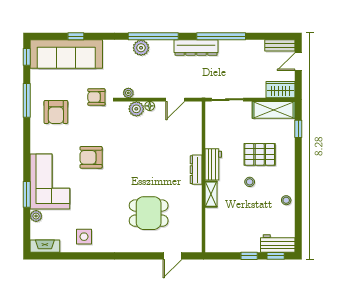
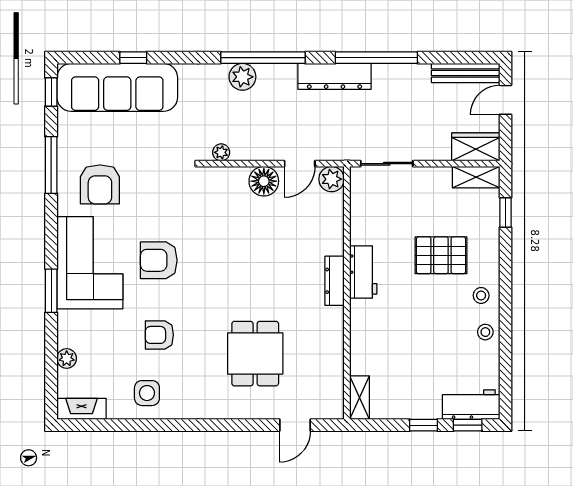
bench: (280, 45) -> (466, 73), width x1.36
armchair: (96, 97) -> (159, 335), moved
floor lamp: (150, 106) -> (264, 181), width x1.89, depth x1.89
plant: (136, 109) -> (332, 179), moved
shelving: (274, 110) -> (476, 177), width x0.67, depth x0.75
corner sofa: (50, 181) -> (90, 263), moved
stool: (250, 182) -> (481, 295), moved
window: (27, 194) -> (51, 291), moved
shelving: (211, 194) -> (360, 398), moved
dining table: (149, 213) -> (255, 354), turned 90

